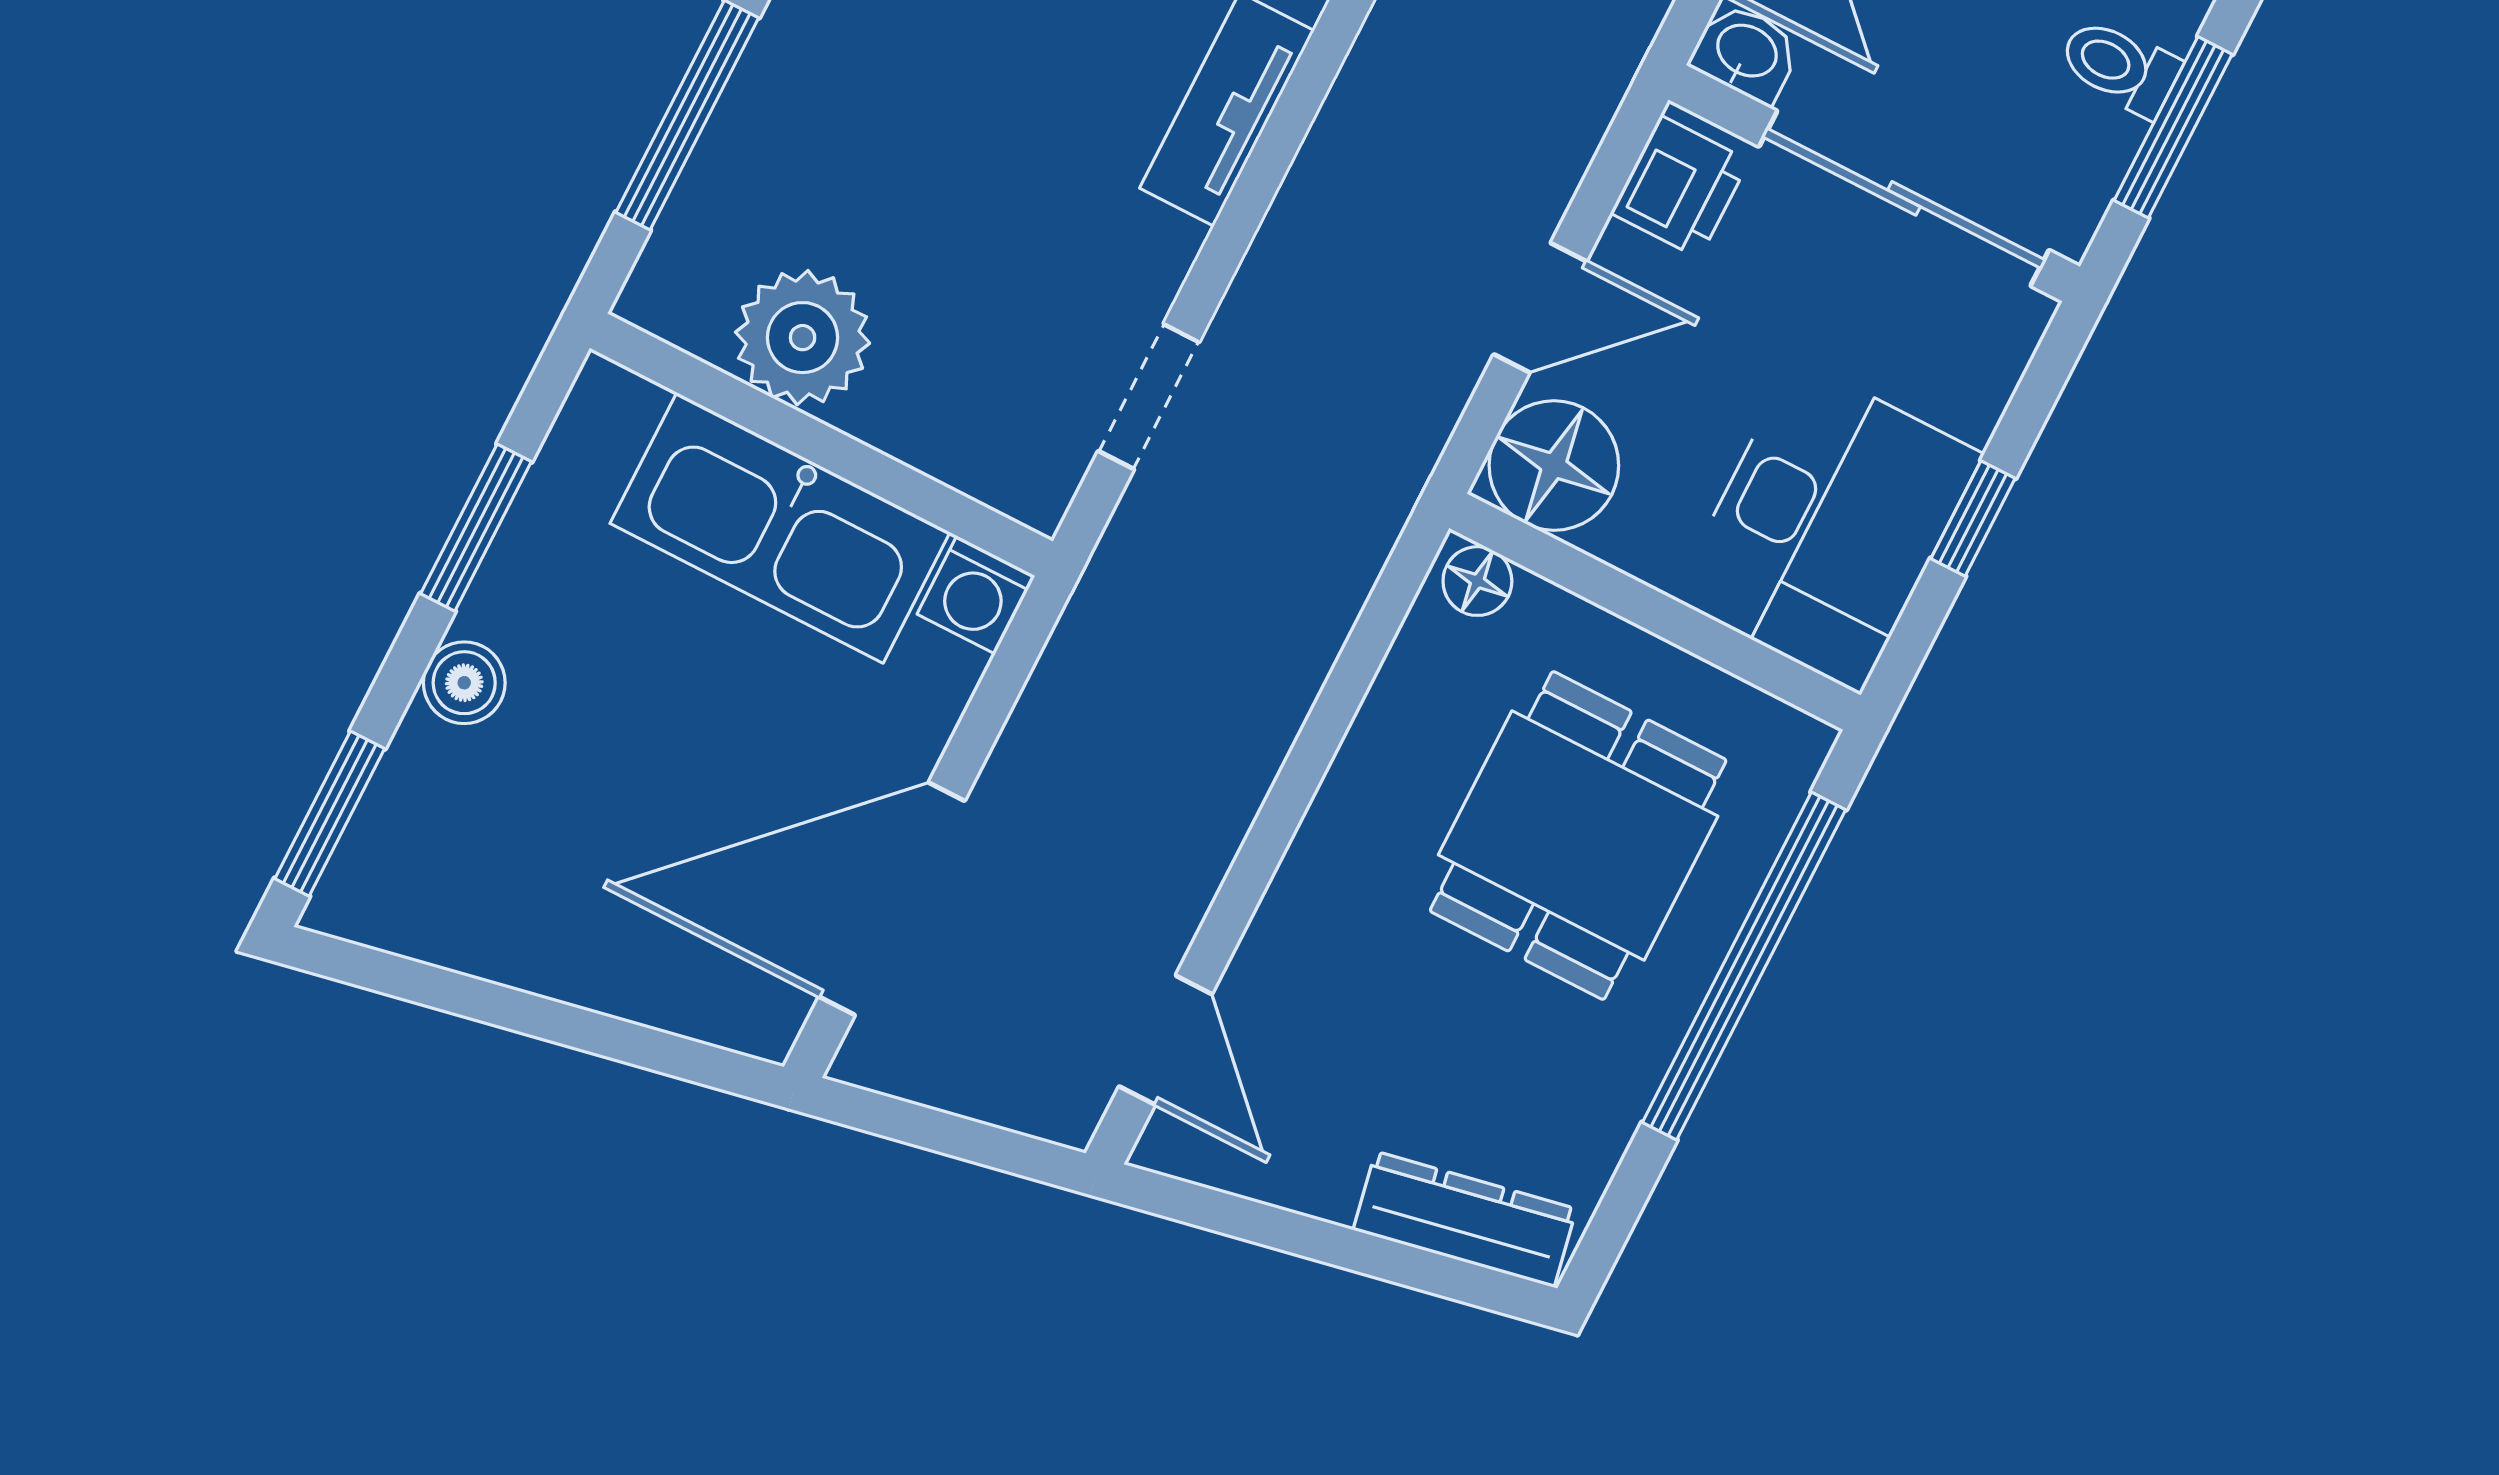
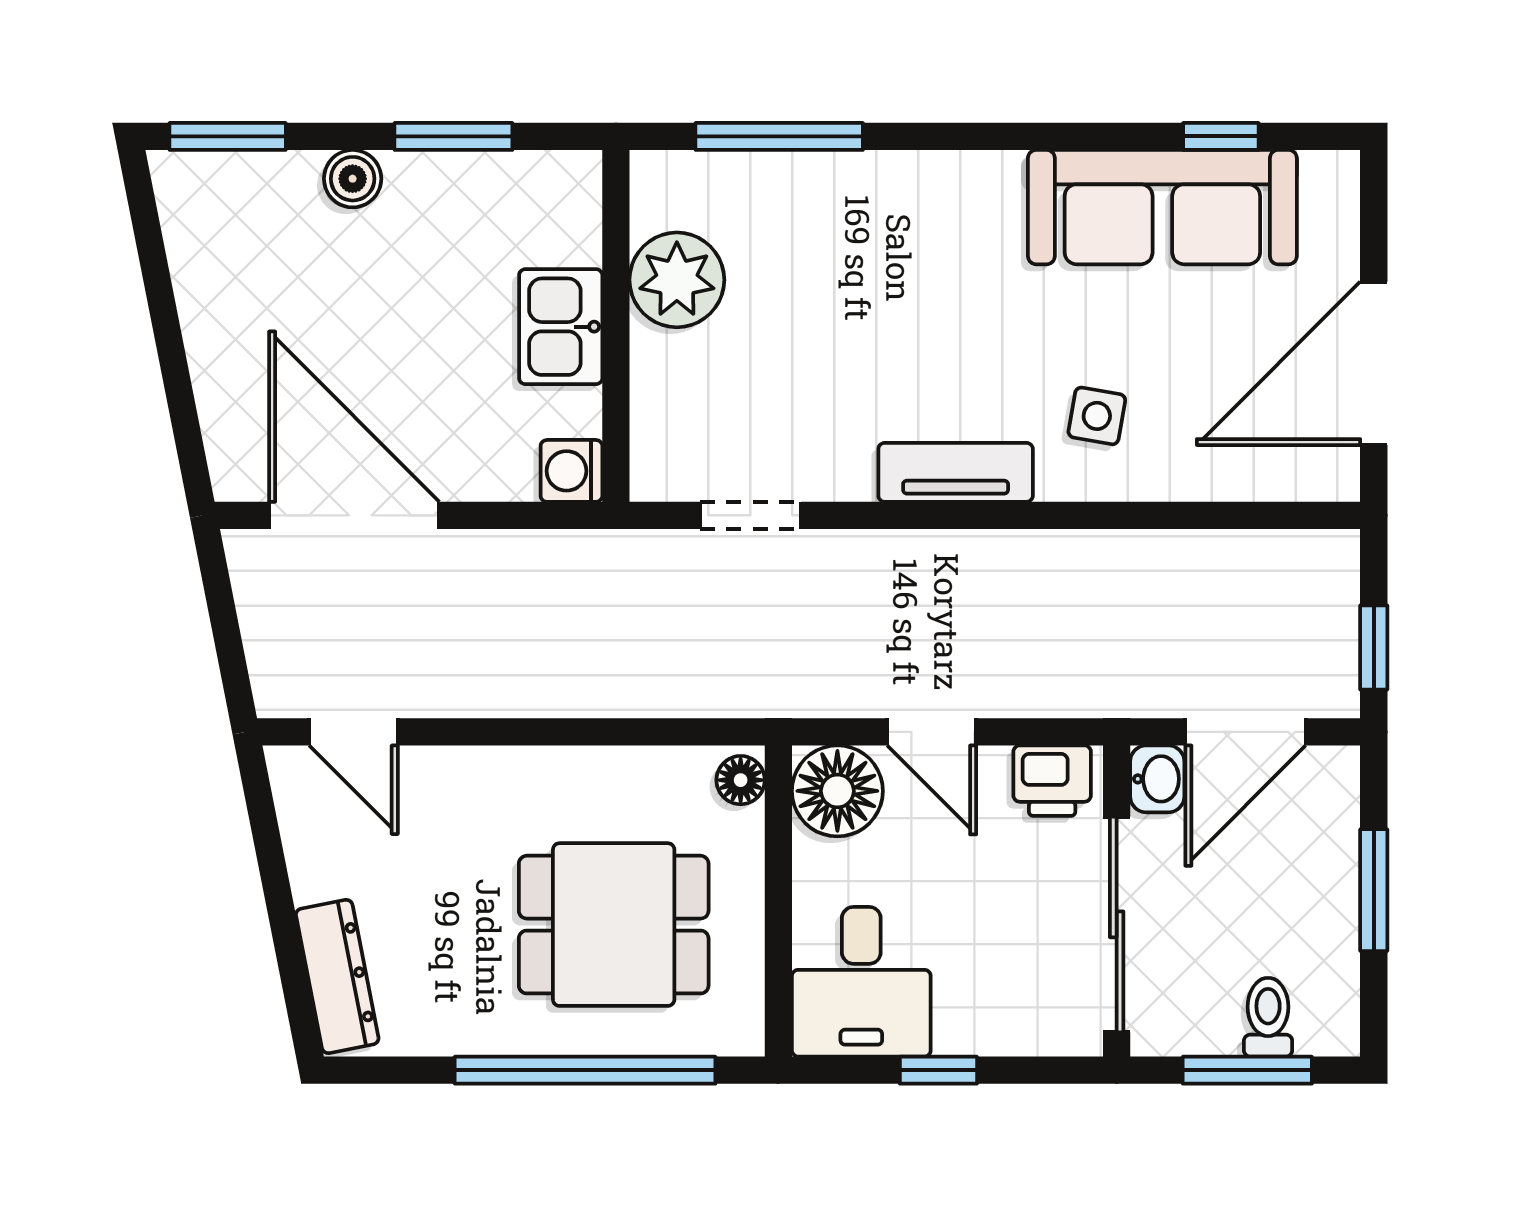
desk: (1828, 526) -> (861, 982), width x0.73
kitchen sink: (780, 528) -> (561, 327), width x0.53, depth x0.81
door: (1165, 1040) -> (353, 732), hinge flipped

